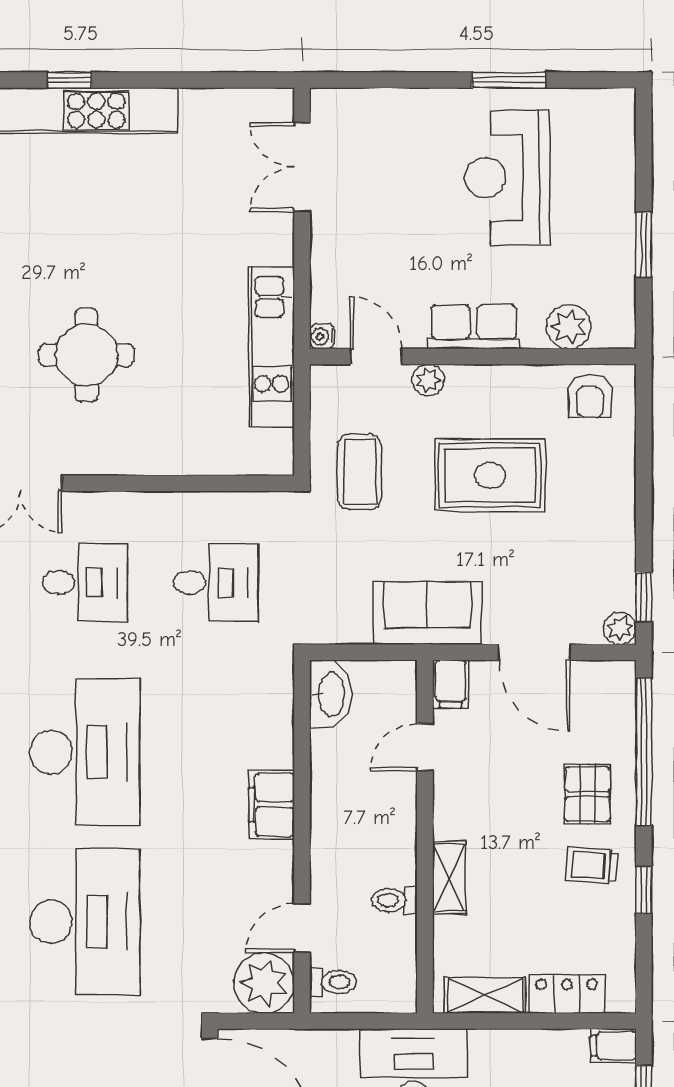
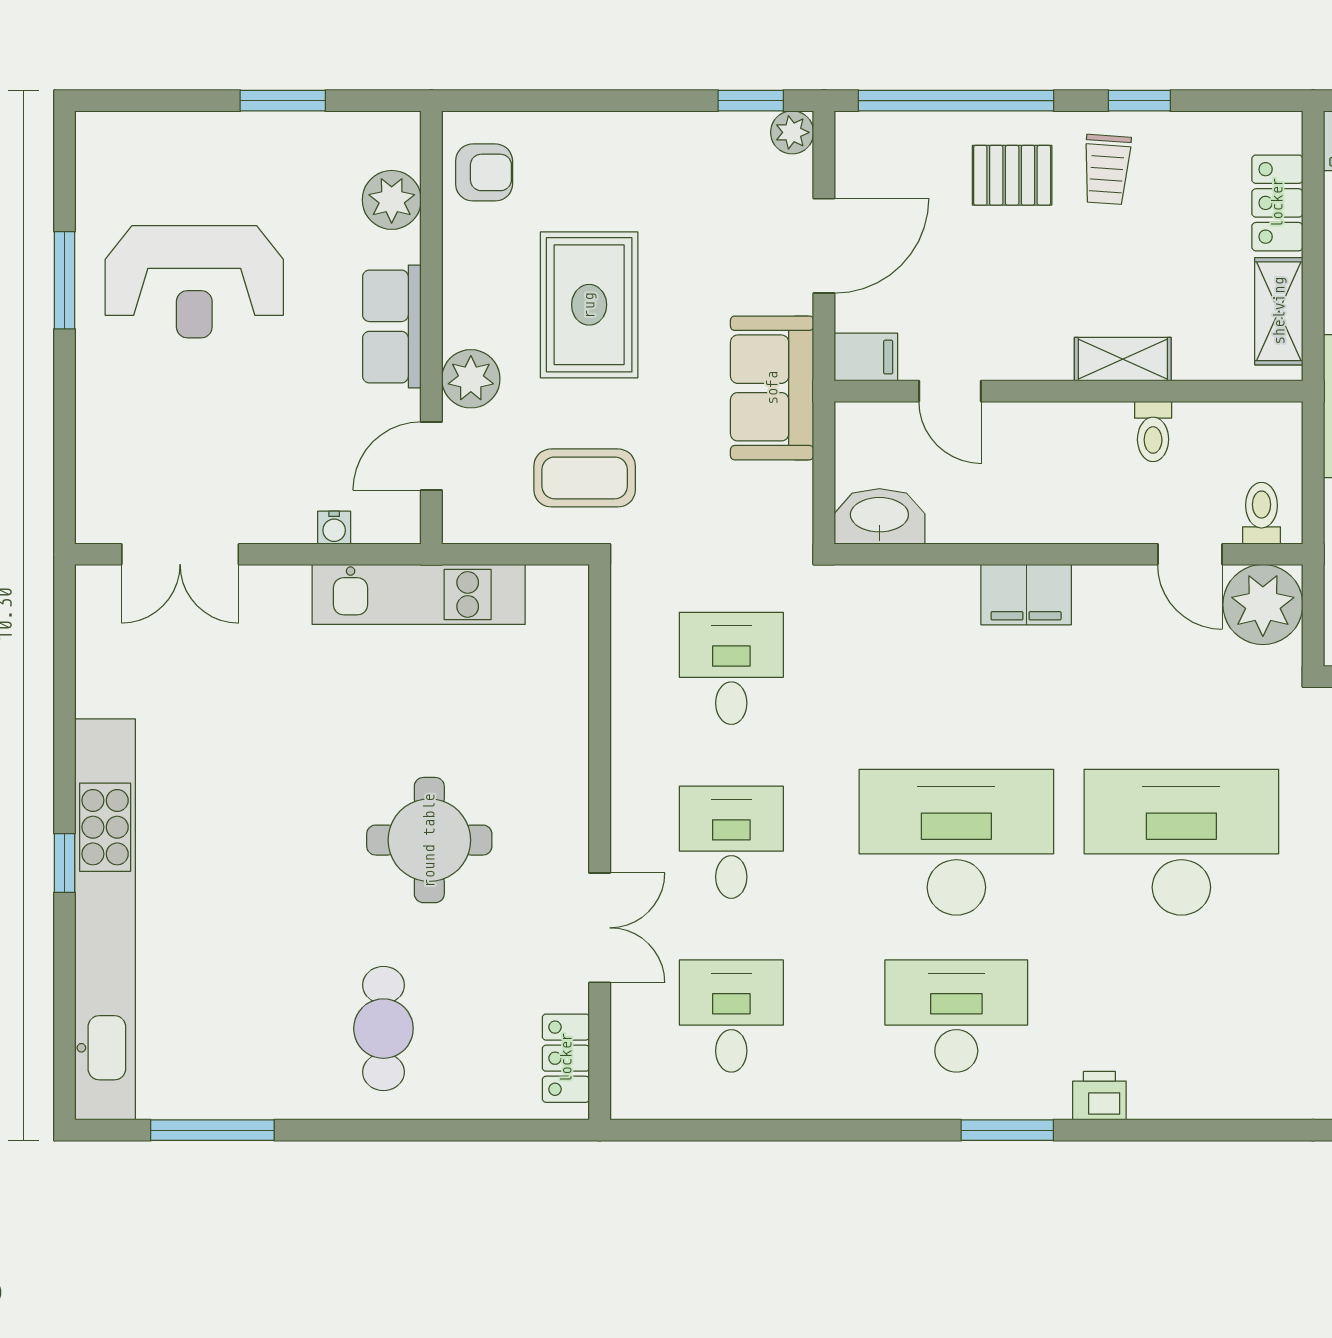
water cooler: (322, 336) -> (334, 528), moved
plant: (428, 380) -> (471, 379), width x1.38, depth x1.38

